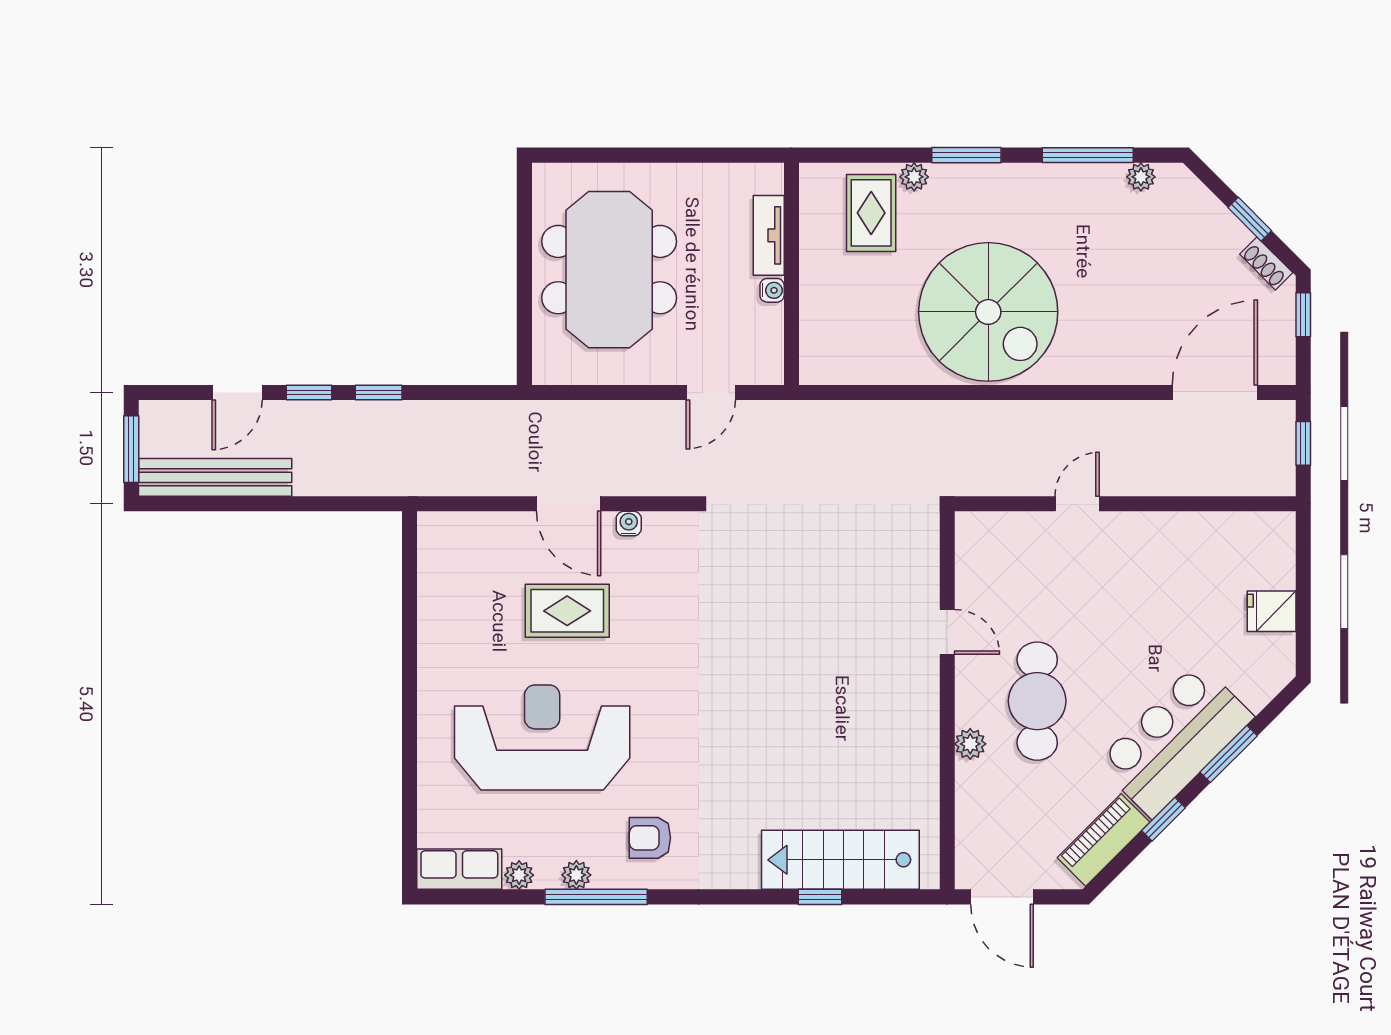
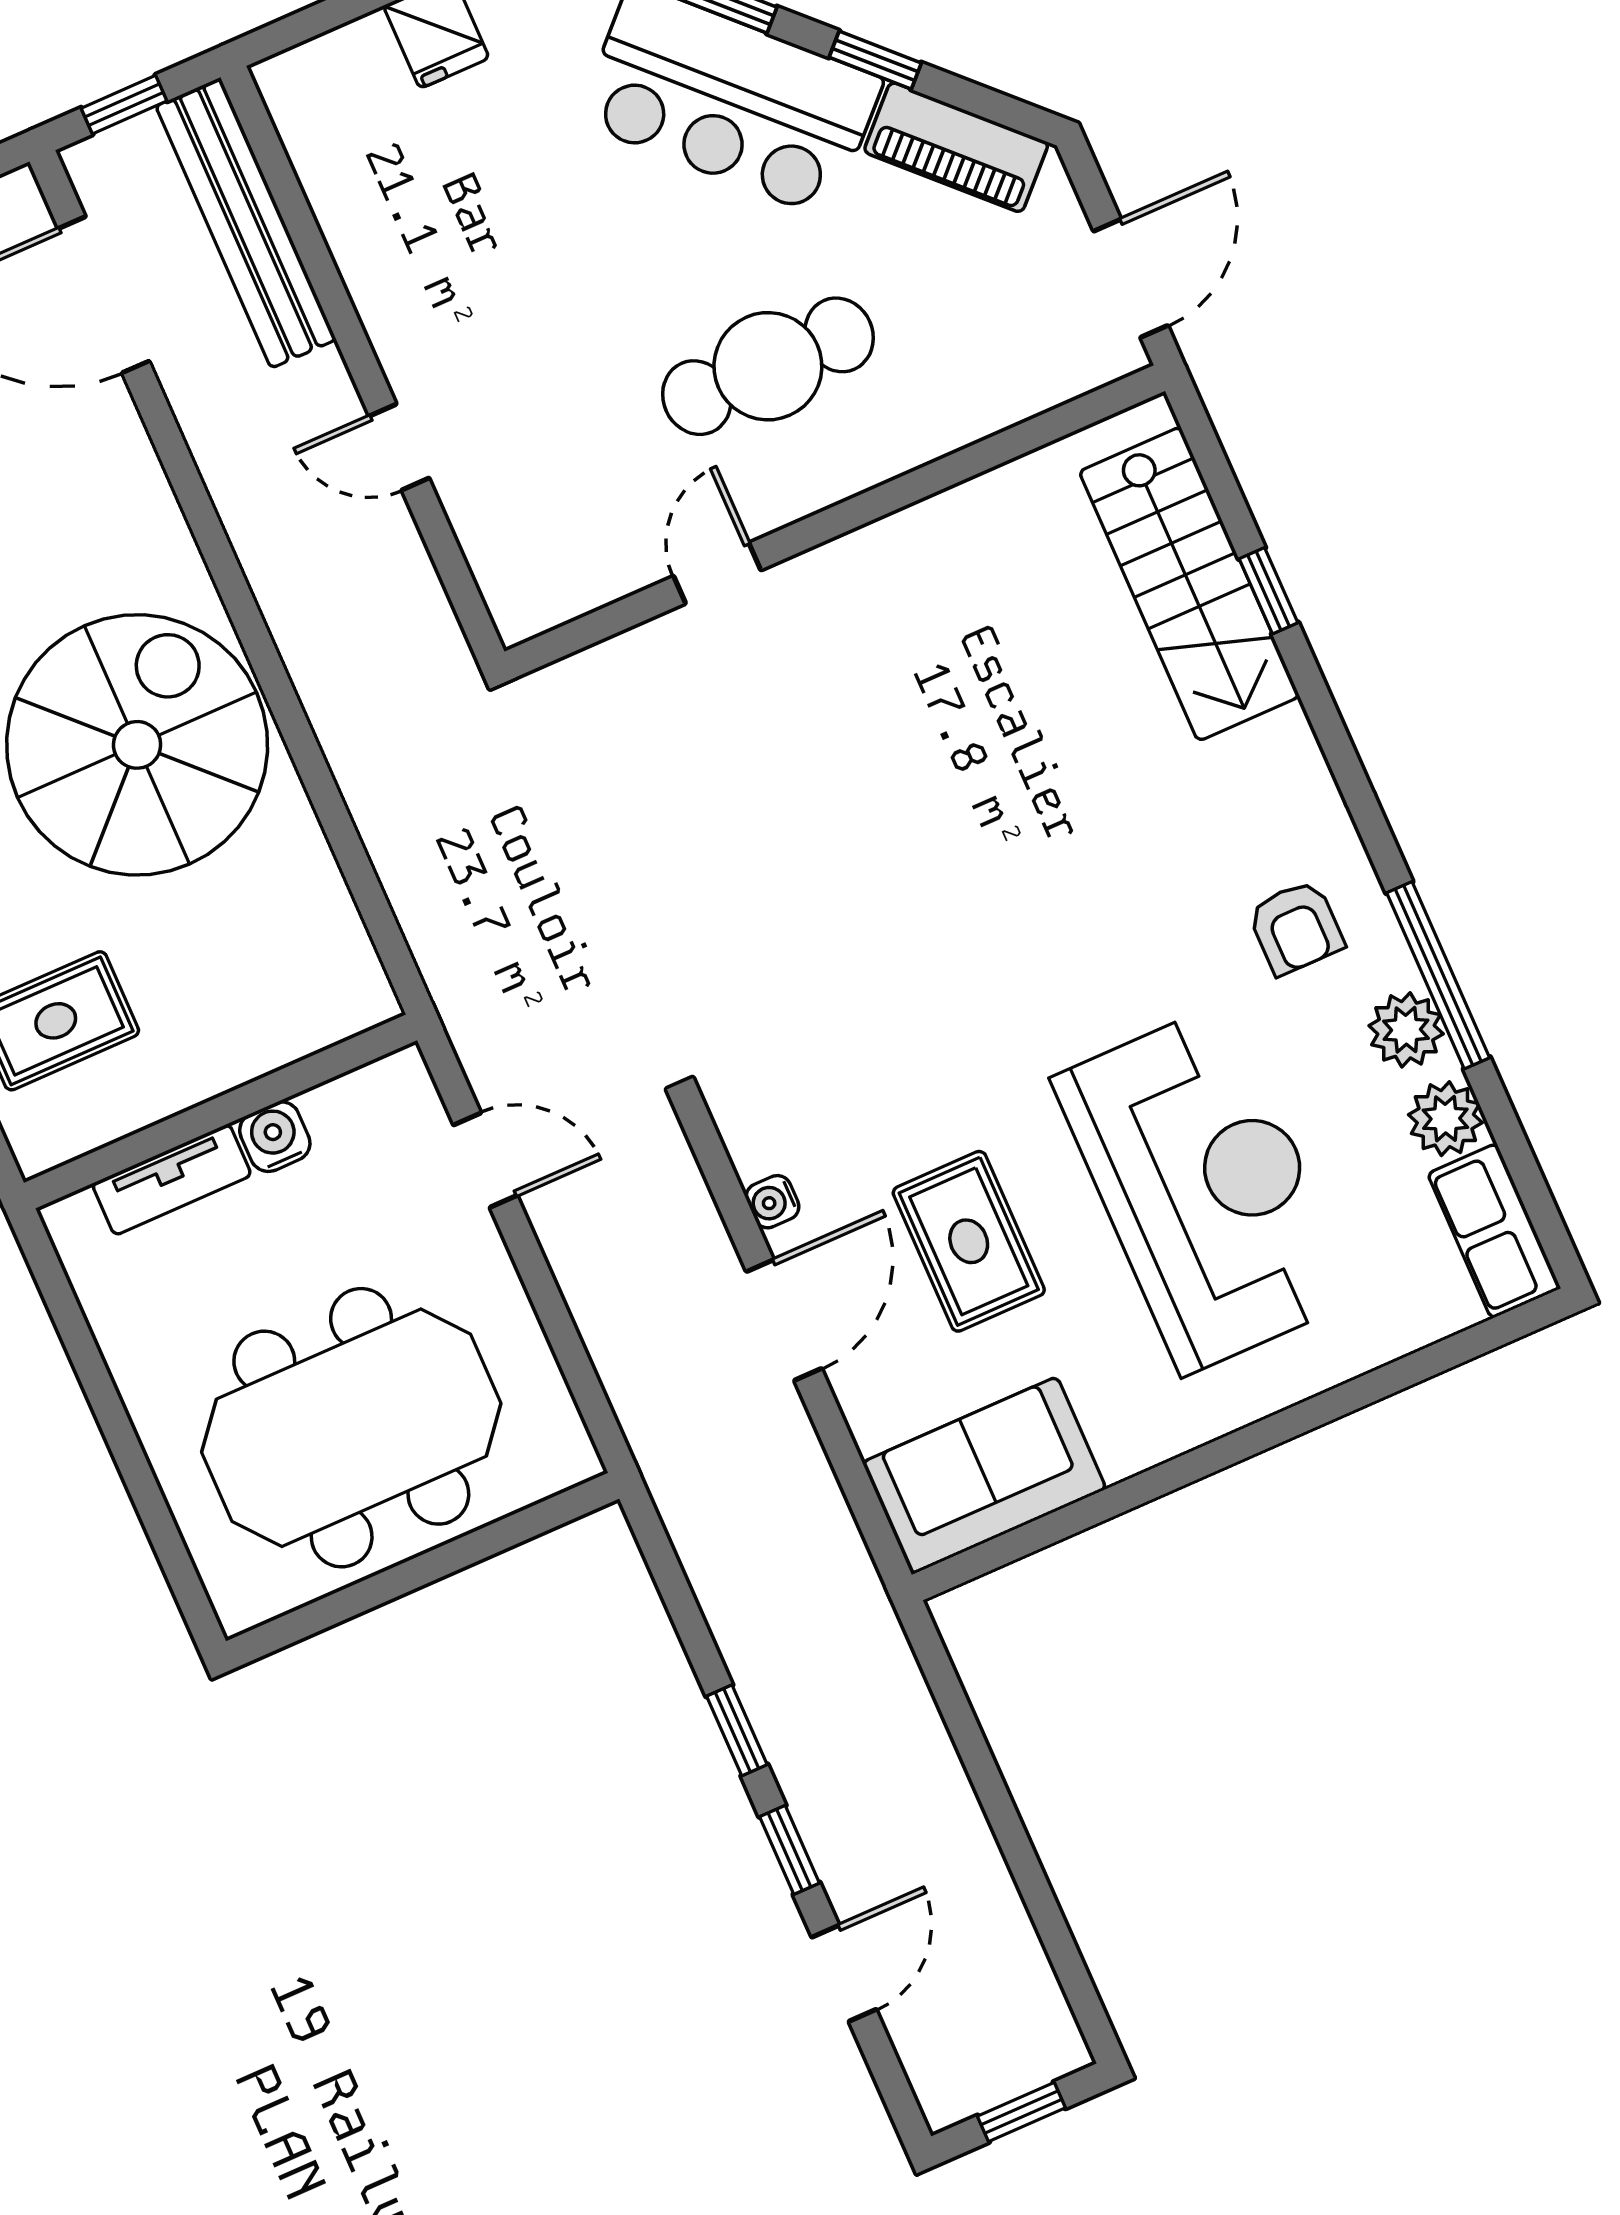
water cooler: (772, 290) -> (275, 1137), width x1.38, depth x1.38
door: (237, 393) -> (844, 1973), hinge flipped
window: (131, 449) -> (1021, 2112), width x0.67
bench: (215, 477) -> (246, 223), moved
sofa: (450, 568) -> (984, 1475), added
reception desk: (542, 737) -> (1205, 1189), turned 180
plant: (970, 744) -> (892, 449), removed
plant: (519, 875) -> (1445, 1119), width x1.38, depth x1.38
plant: (576, 875) -> (1406, 1030), width x1.38, depth x1.38

